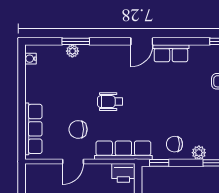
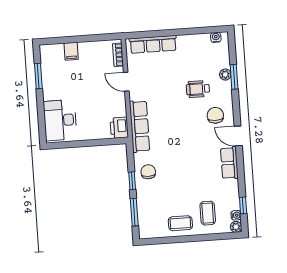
wheelchair: (110, 102) -> (198, 89), moved, turned -90
chair: (78, 129) -> (215, 115), moved
plant: (199, 153) -> (142, 194), removed
window: (159, 163) -> (132, 181), moved
bookcase: (42, 169) -> (118, 55), added

